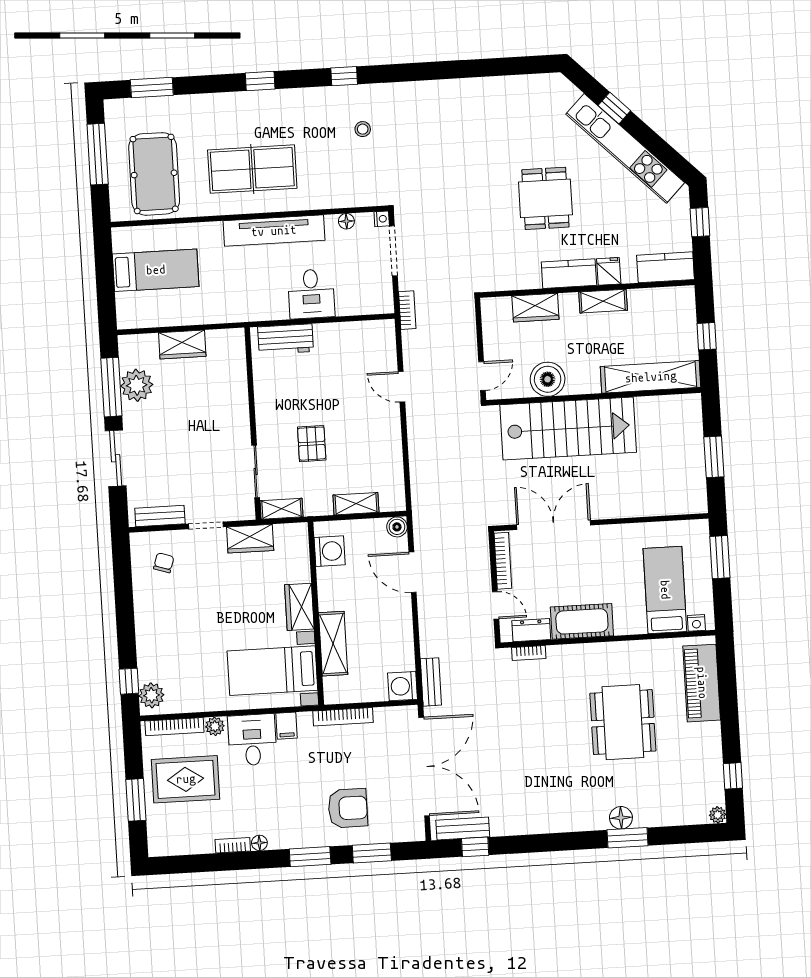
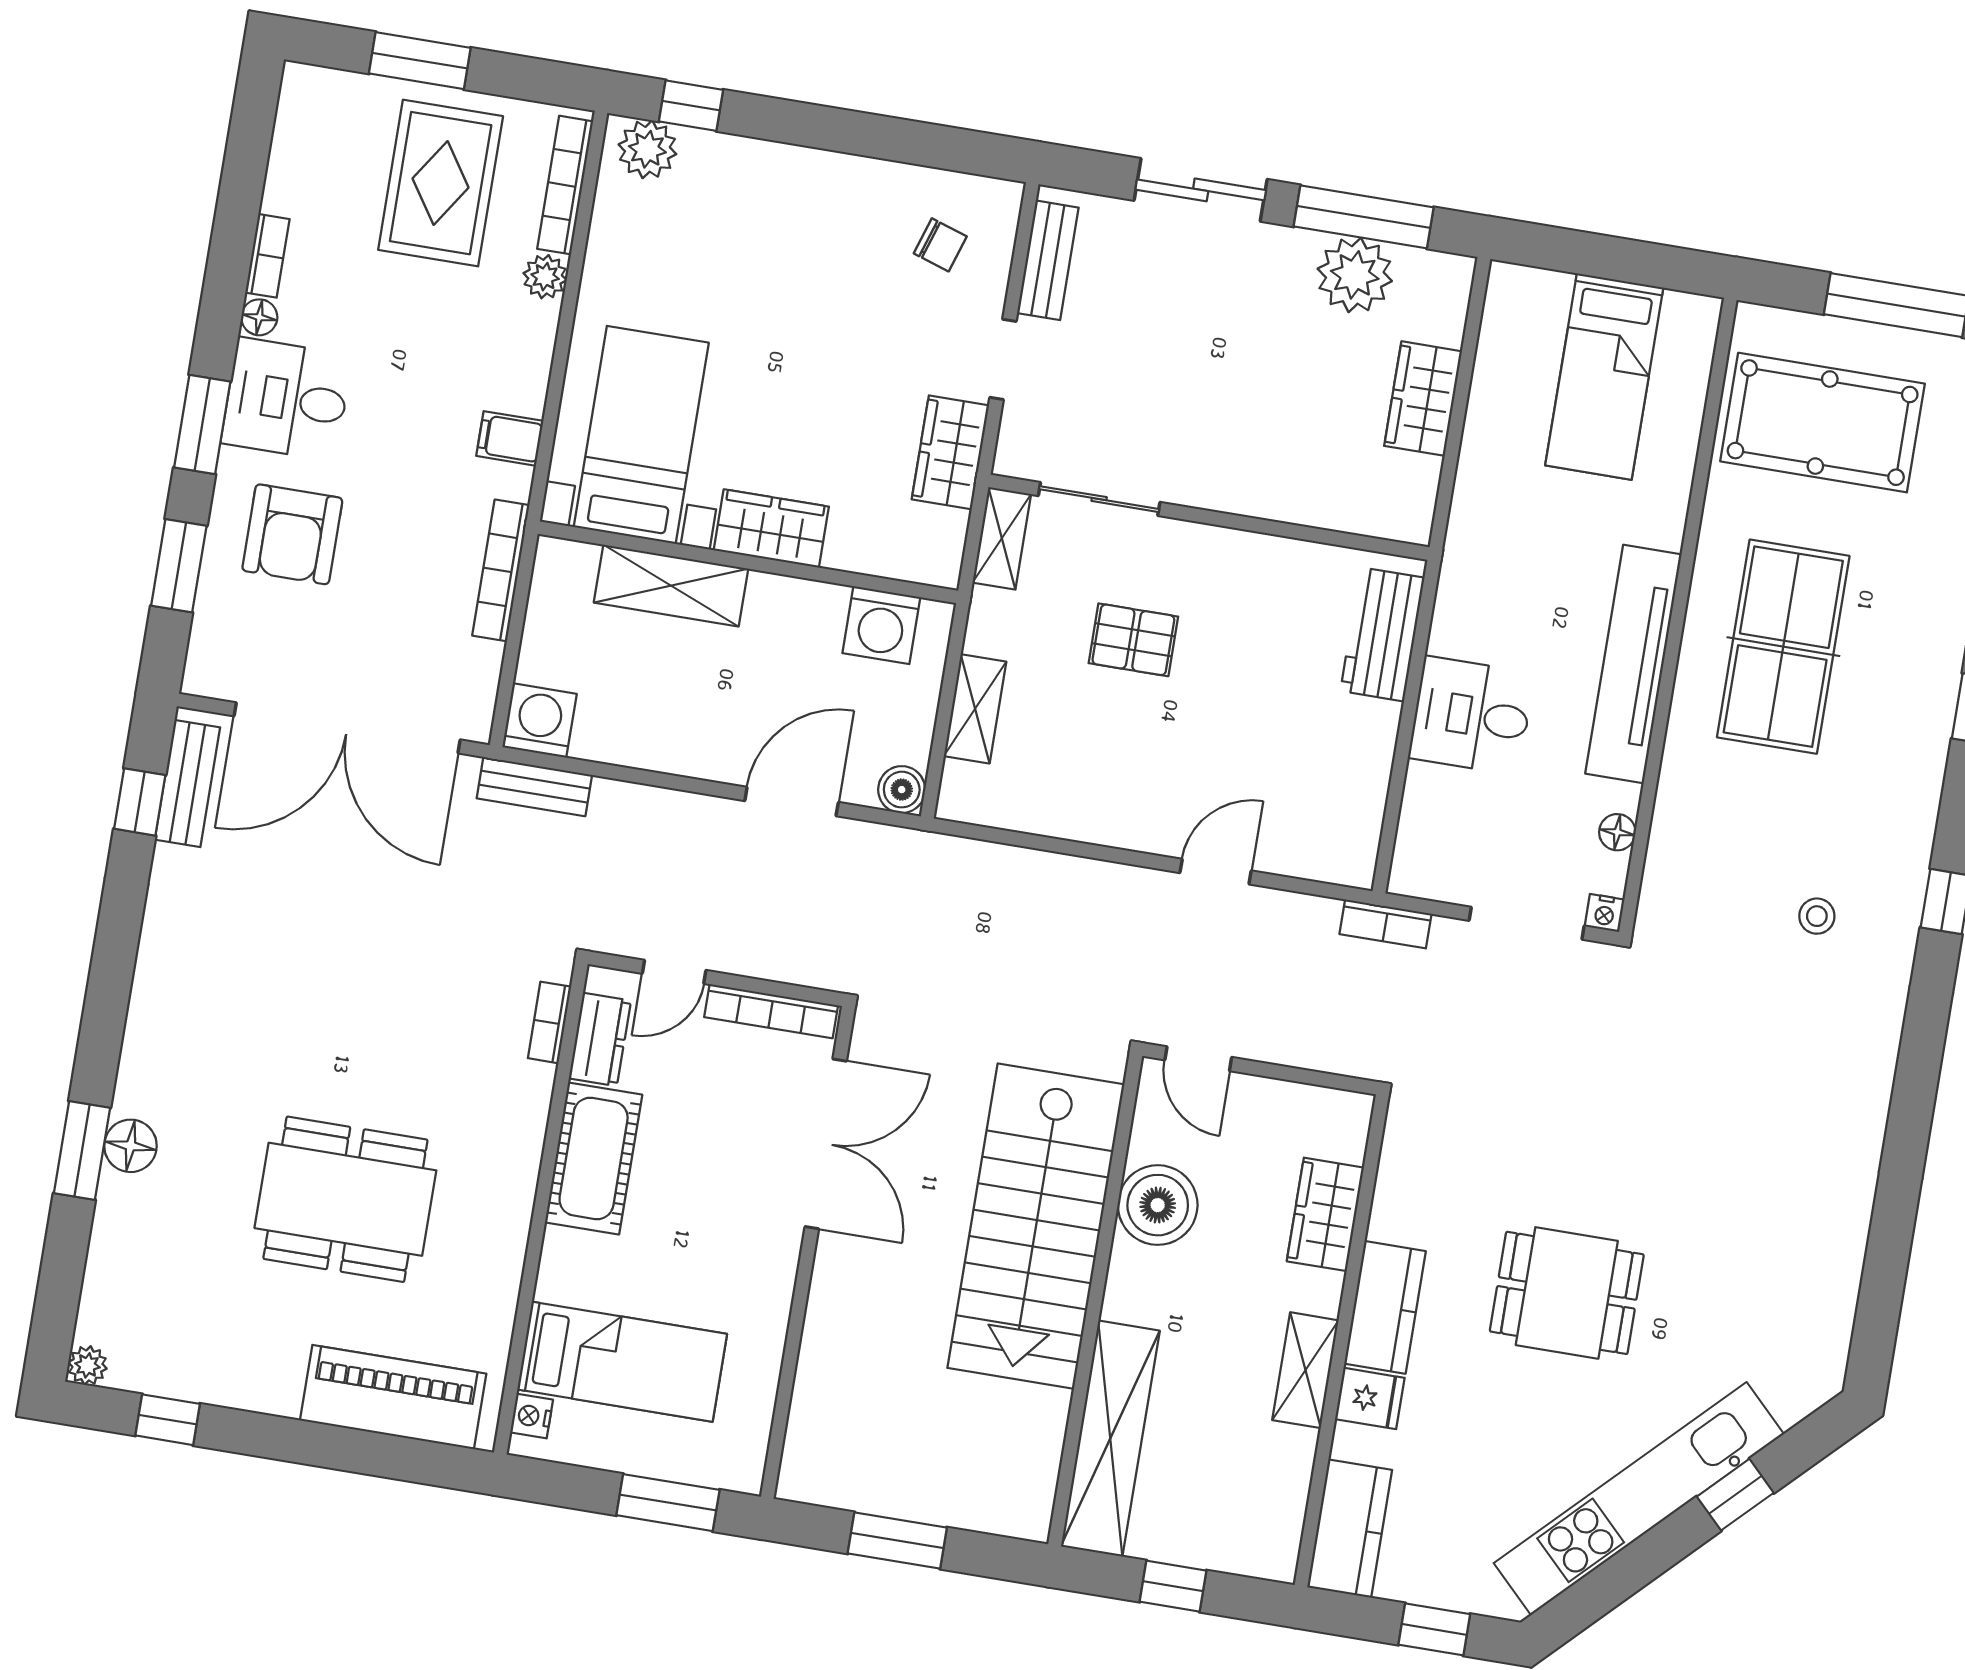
desk: (252, 740) -> (287, 399), moved, turned 180

